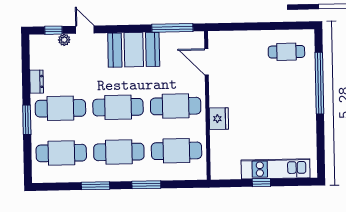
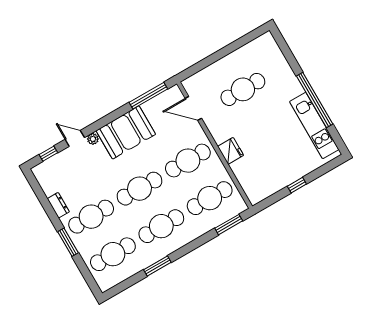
plant: (64, 40) -> (93, 139), moved
cafe table: (286, 52) -> (243, 89), moved, width x1.37, depth x1.35
window: (319, 83) -> (315, 100), moved
kitchen unit: (276, 169) -> (314, 126), moved, turned -90
window: (146, 185) -> (229, 225), moved

